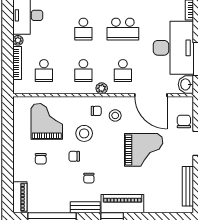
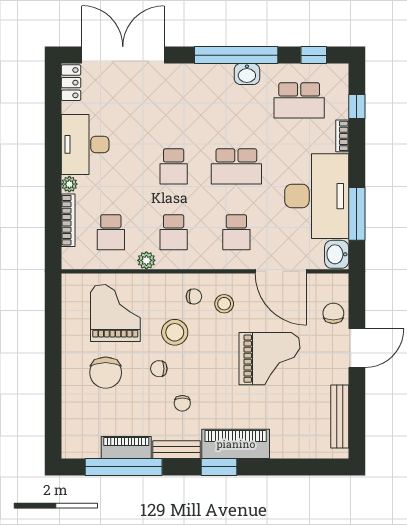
plant: (102, 88) -> (146, 260), moved
chair: (41, 159) -> (106, 373), width x1.87, depth x1.87
piano: (20, 197) -> (126, 448), moved, turned -90

